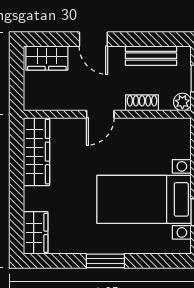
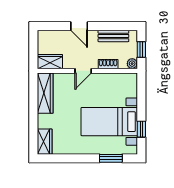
wardrobe: (47, 58) -> (50, 62), moved, turned 180
window: (105, 261) -> (111, 158), moved

